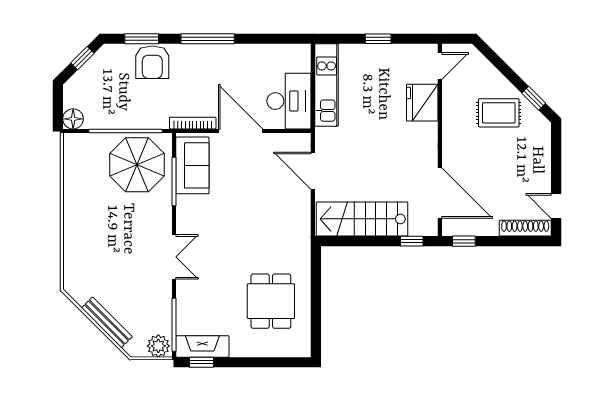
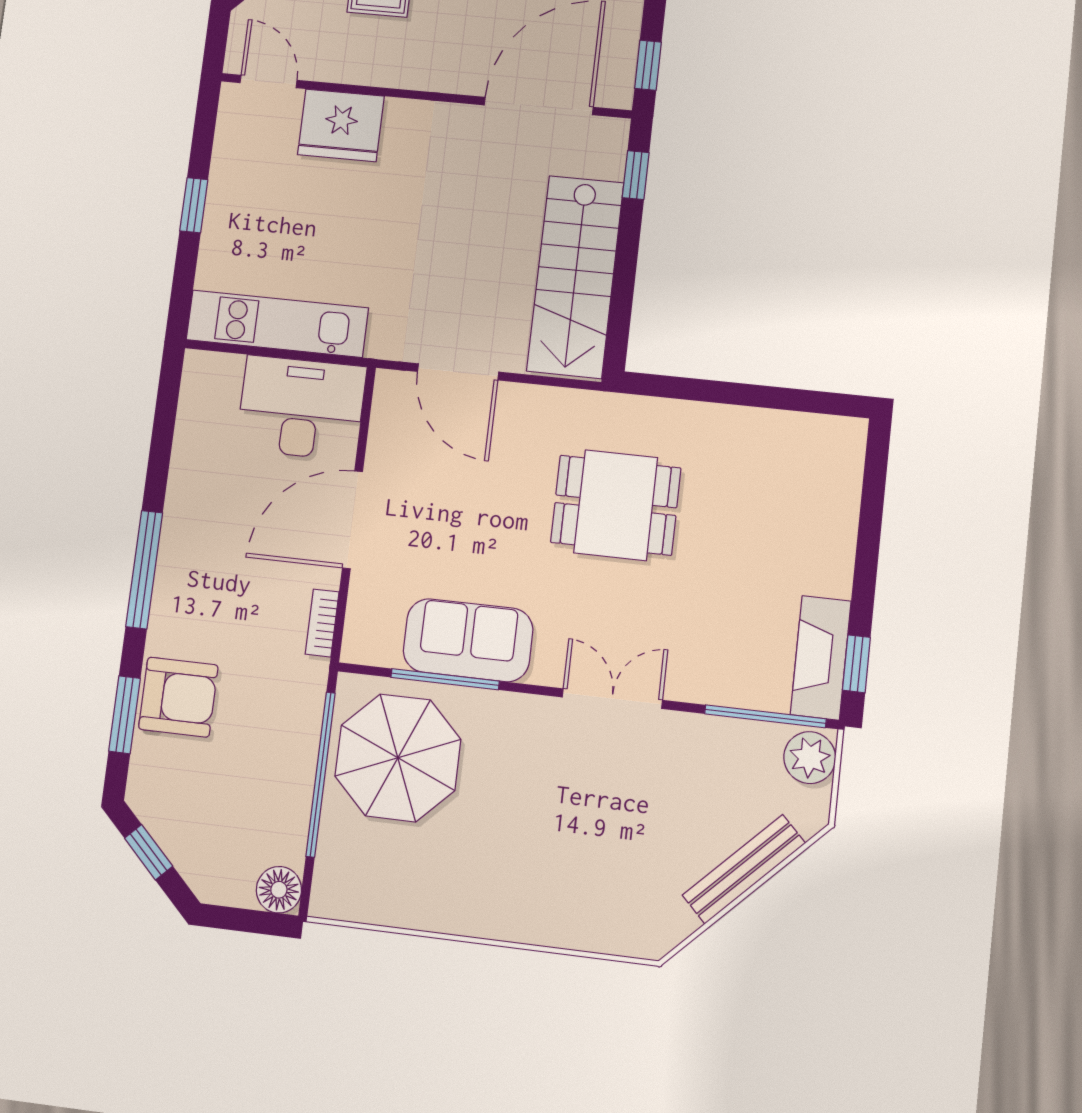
bookcase: (193, 123) -> (322, 623), width x0.64
sofa: (192, 165) -> (468, 640), moved
door: (313, 171) -> (458, 372), hinge flipped
dining table: (271, 301) -> (616, 505), moved

